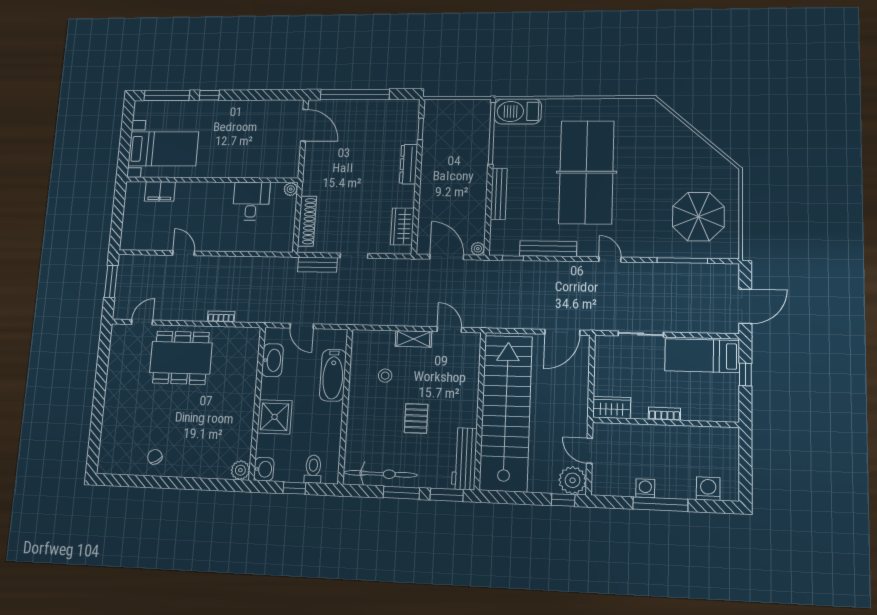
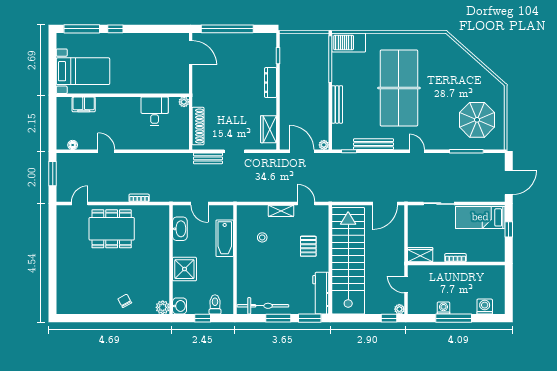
floor lamp: (141, 244) -> (73, 145), added
pallet: (416, 418) -> (308, 246), moved
chair: (155, 457) -> (125, 301), moved
plant: (573, 480) -> (399, 309), width x0.53, depth x0.53

